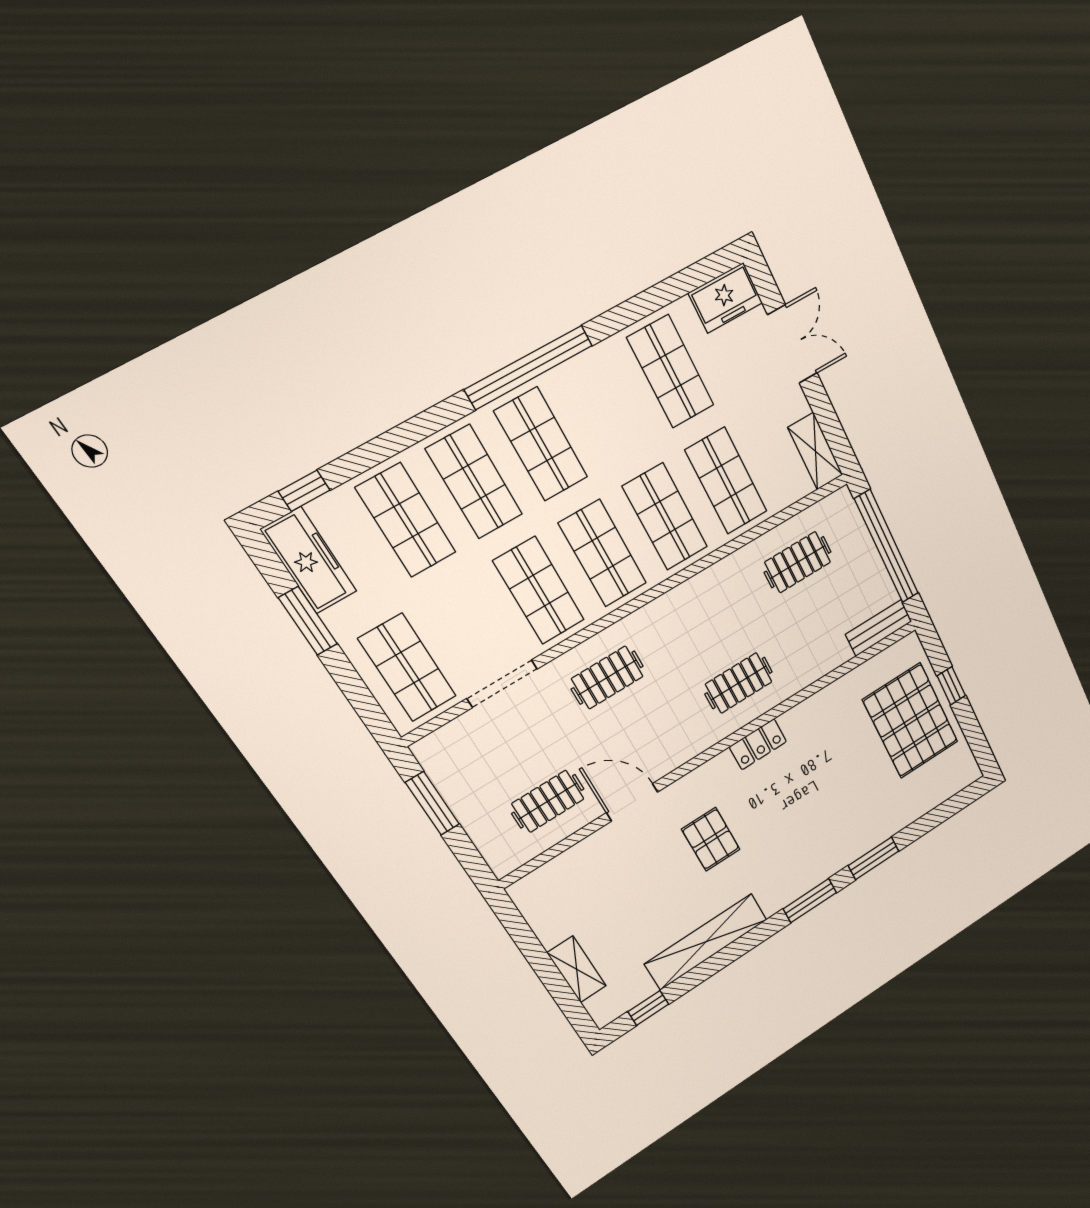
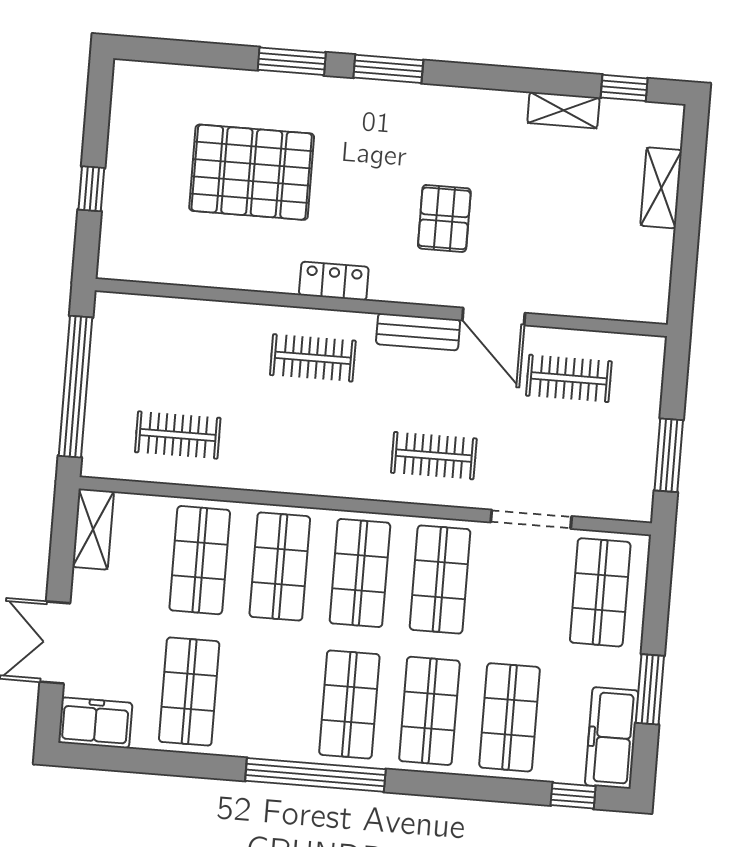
bench: (879, 628) -> (418, 332), moved
pallet: (911, 721) -> (252, 172), moved, turned 90
shelving: (706, 942) -> (563, 110), width x0.45, depth x0.75

